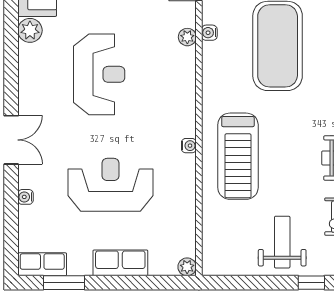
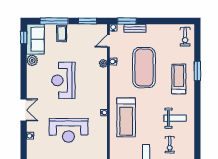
reception desk: (99, 74) -> (63, 80), turned 180
reception desk: (111, 185) -> (69, 130), turned 180

